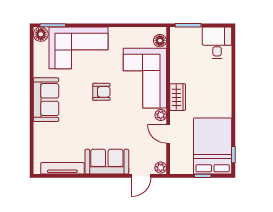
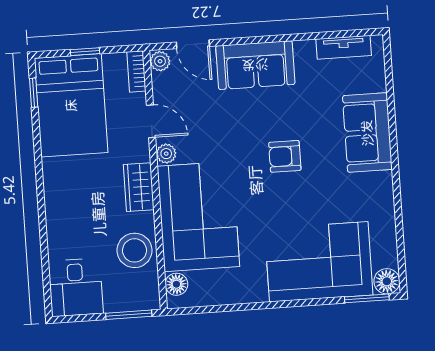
stool: (182, 61) -> (135, 250), added
armchair: (101, 92) -> (285, 156), moved
sofa: (46, 100) -> (367, 133), moved
bookcase: (174, 163) -> (136, 71), added
tv unit: (62, 168) -> (344, 47), width x0.71
door: (141, 176) -> (193, 44), swing flipped

